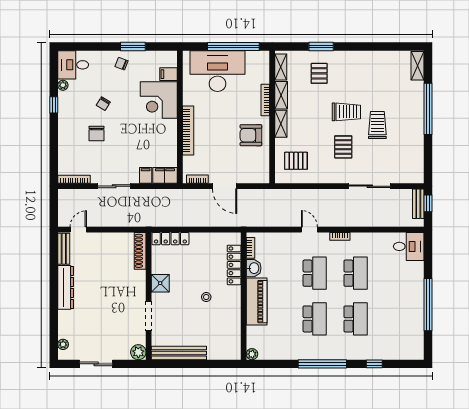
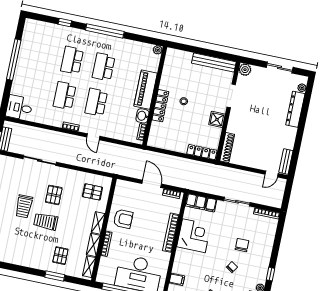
corner desk: (159, 100) -> (194, 236), moved
locker: (234, 265) -> (160, 106), moved
dresser: (66, 287) -> (295, 109), moved

